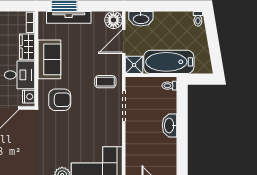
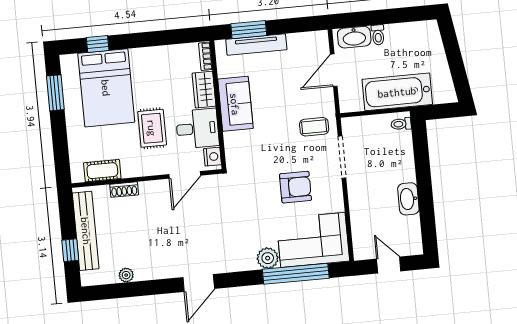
toilet: (198, 19) -> (378, 35), moved
floor lamp: (113, 20) -> (317, 42), removed
shower: (134, 65) -> (351, 100), removed
armchair: (60, 100) -> (295, 187), moved
washbasin: (170, 125) -> (408, 199), moved

